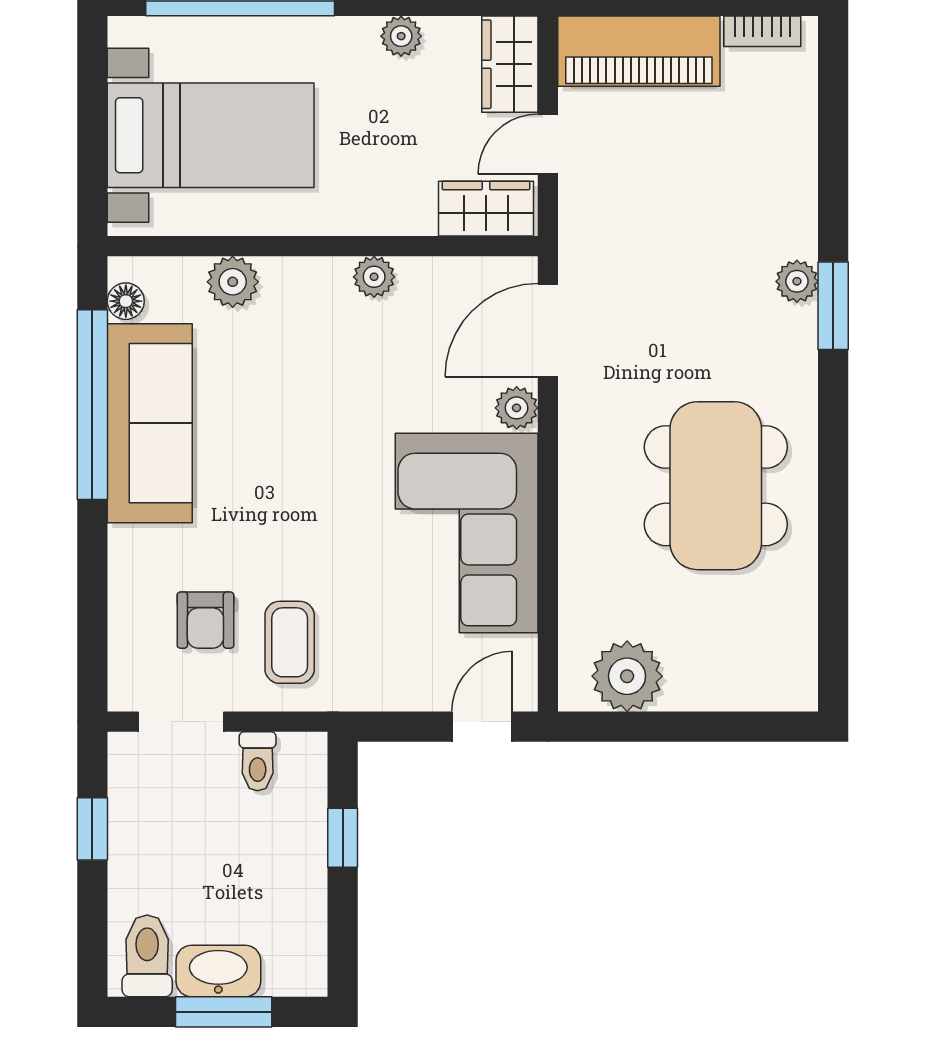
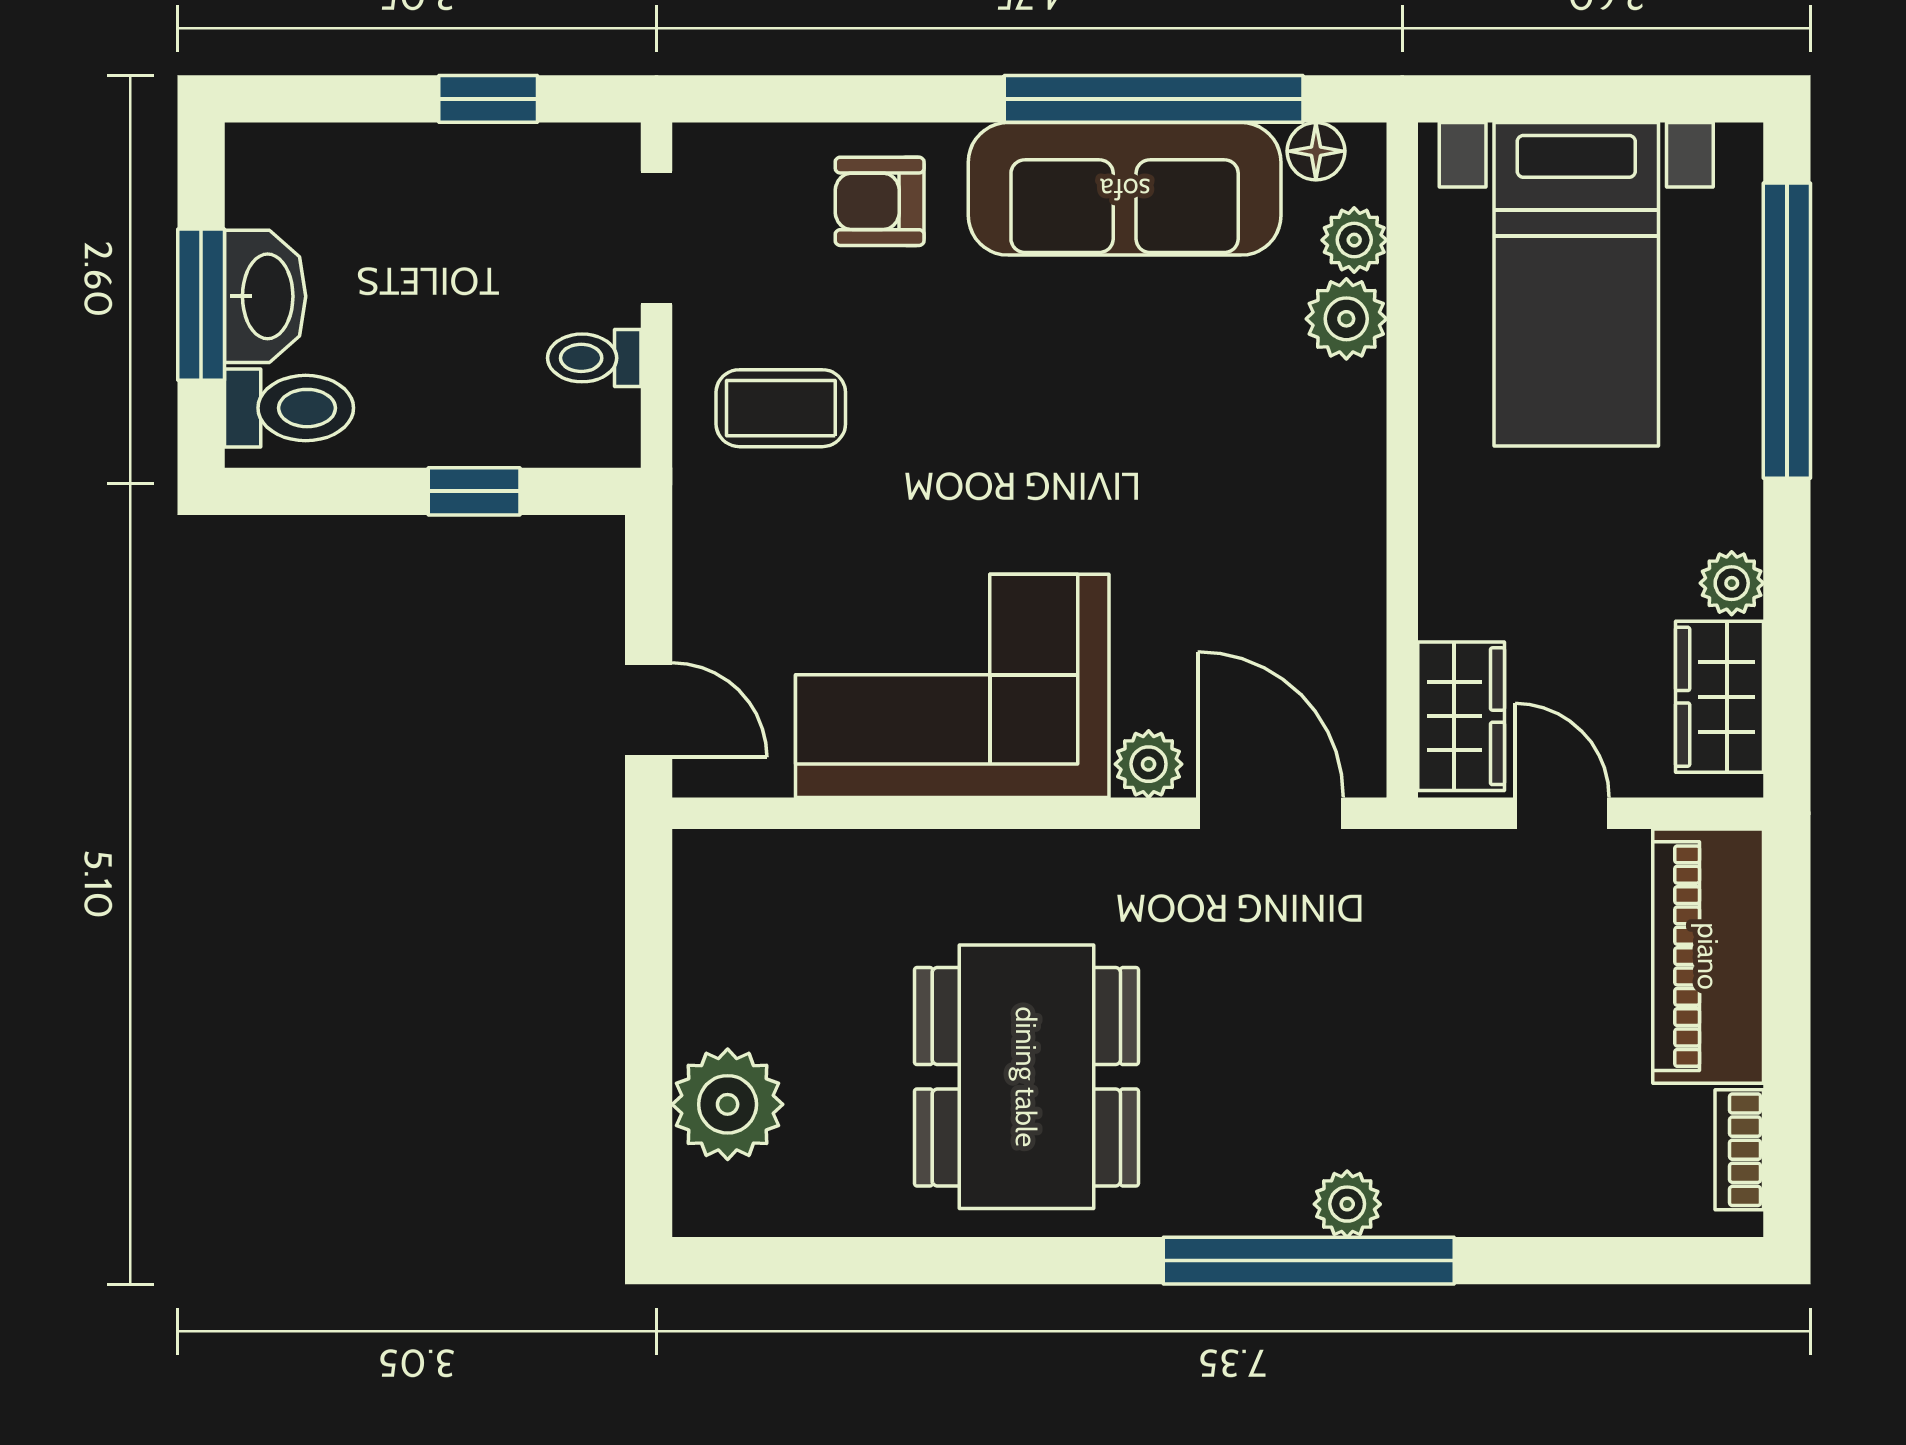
wardrobe: (510, 64) -> (1719, 697), moved, turned -90
plant: (374, 277) -> (1354, 240), moved
window: (833, 306) -> (1309, 1261), width x2.11
dining table: (716, 486) -> (1026, 1077), turned 90
armchair: (205, 620) -> (880, 201), moved
plant: (627, 676) -> (728, 1104), moved
toilet: (147, 956) -> (289, 408), moved

